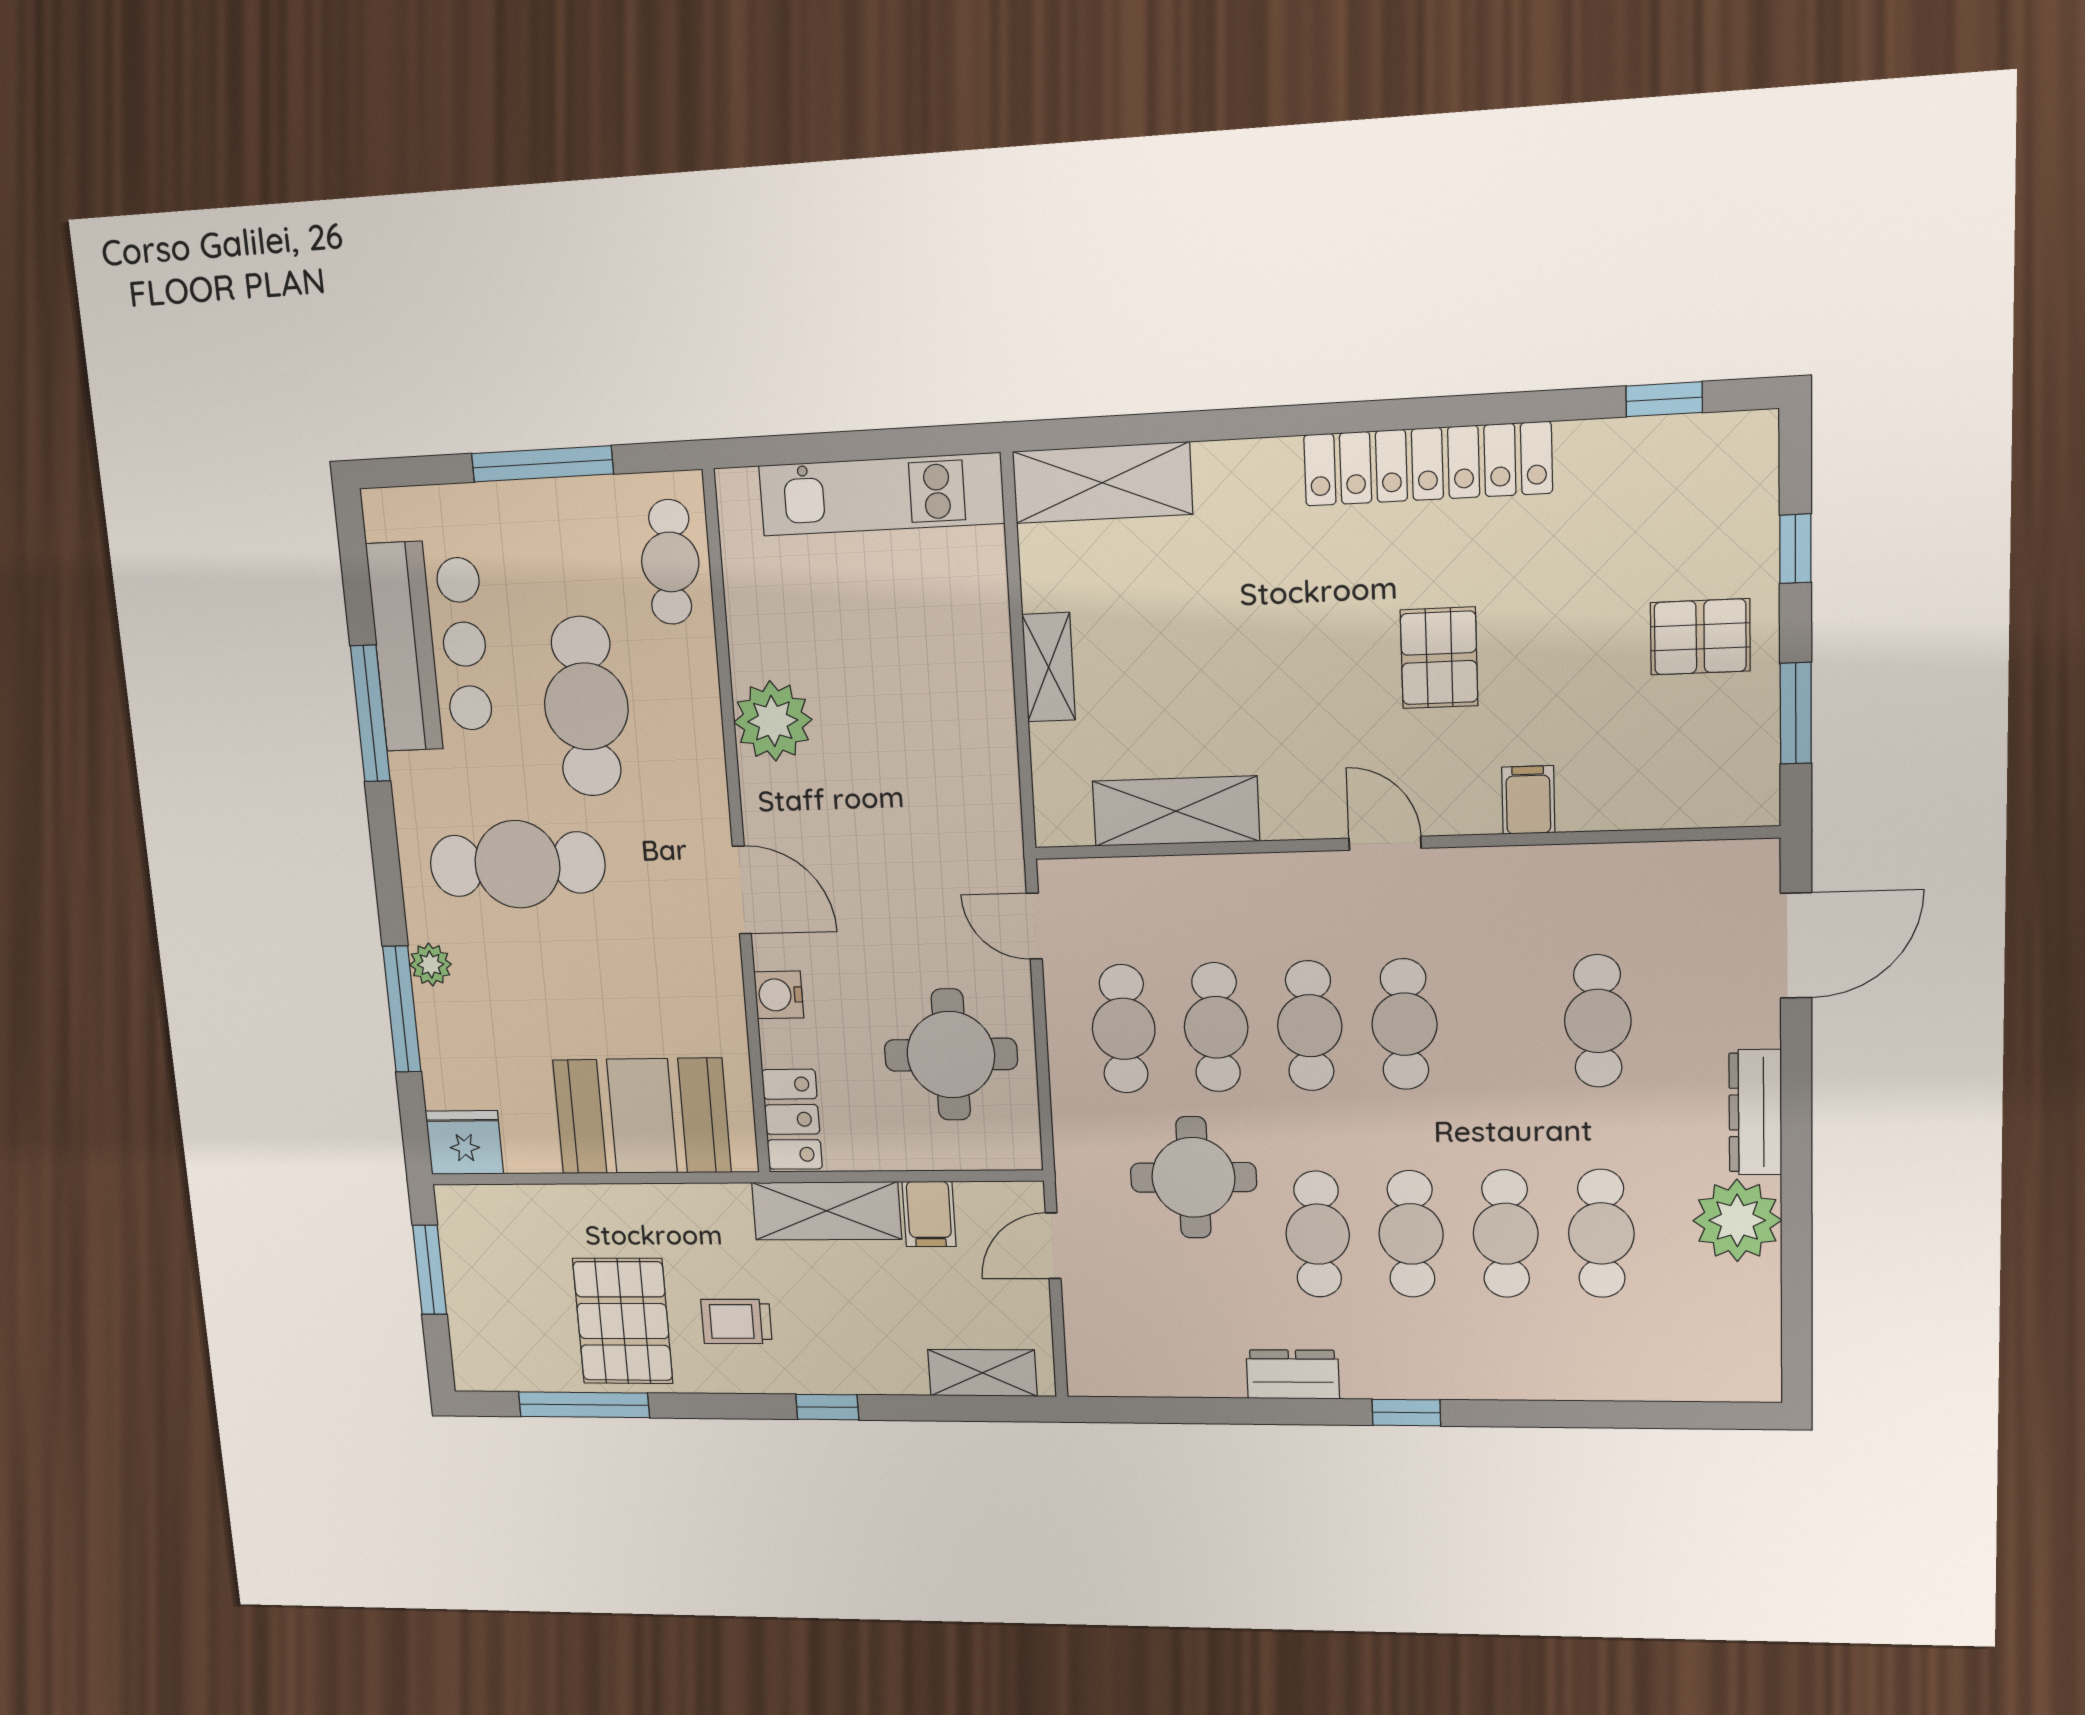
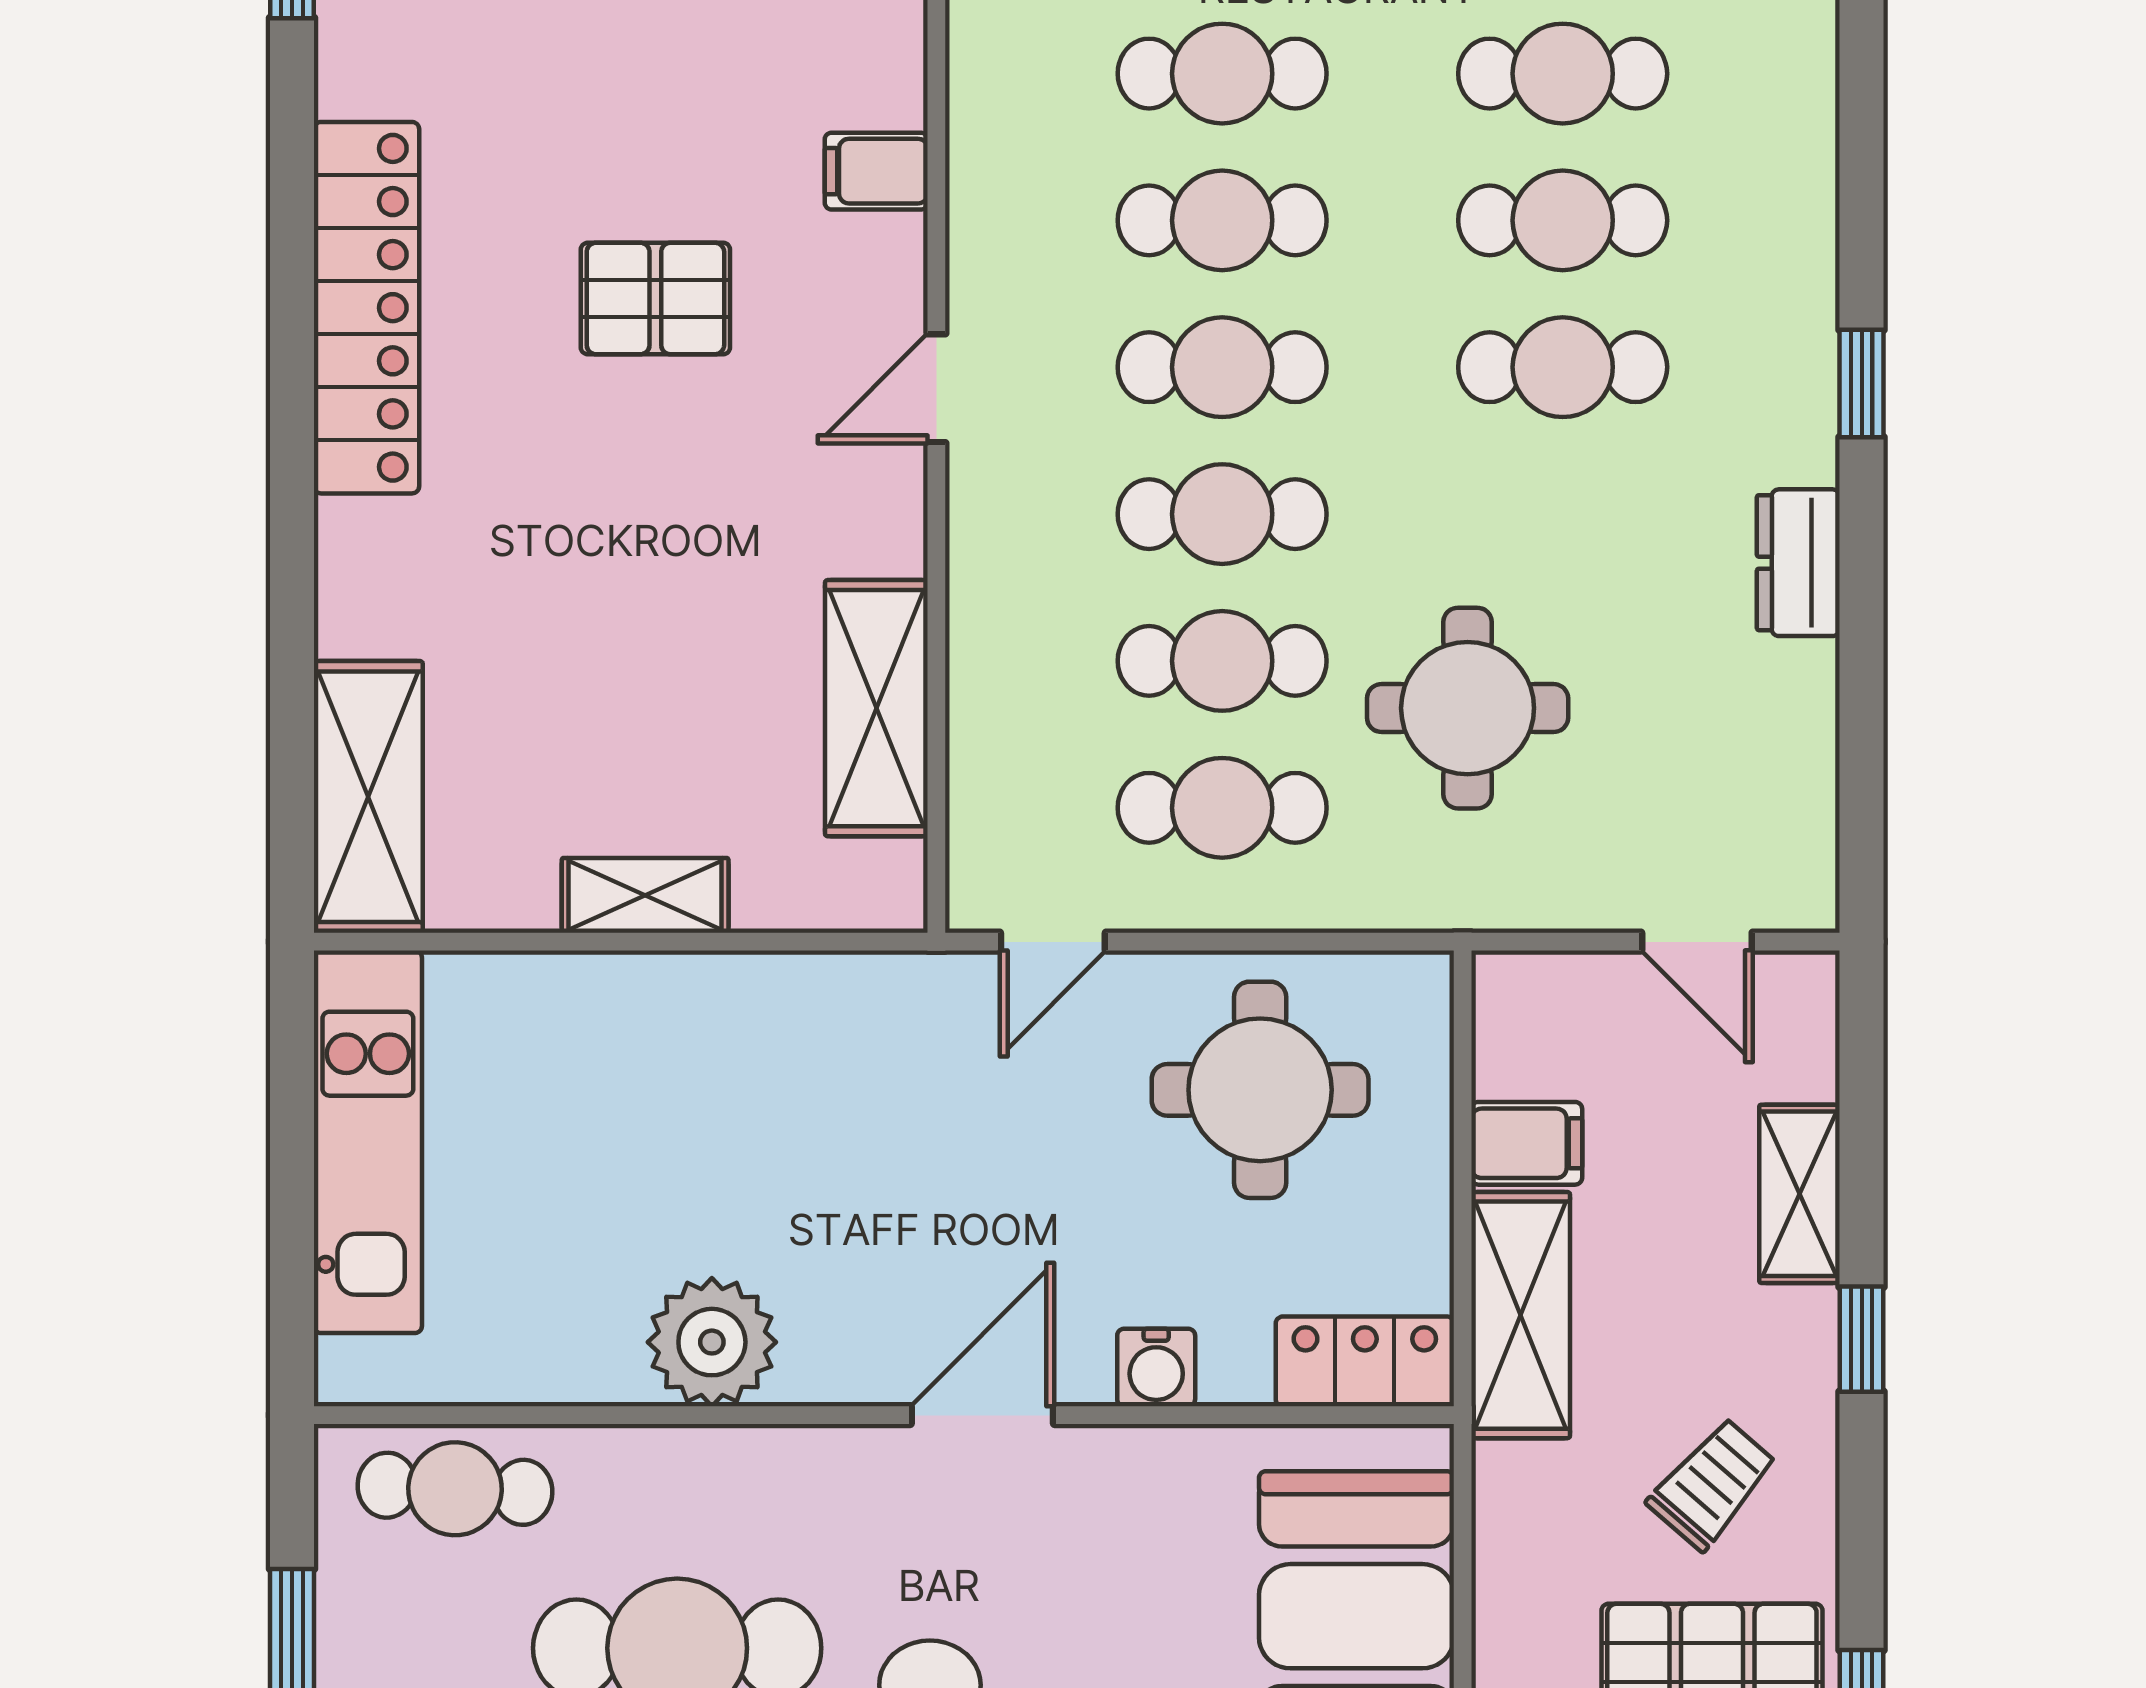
cafe table: (1318, 1234) -> (1222, 220), moved
door: (1053, 1246) -> (1697, 942), moved
trolley: (736, 1322) -> (1712, 1484), turned -139
shelving: (982, 1373) -> (1799, 1194), moved

